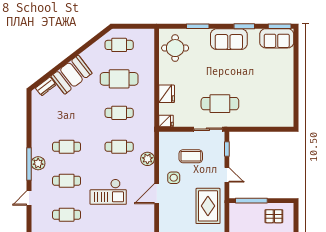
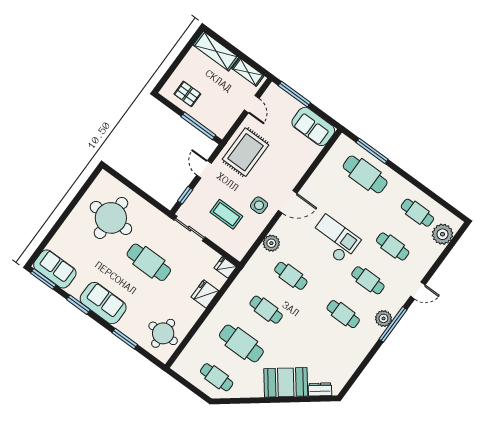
round table: (264, 99) -> (111, 218), added
cafe table: (220, 104) -> (149, 262), moved

